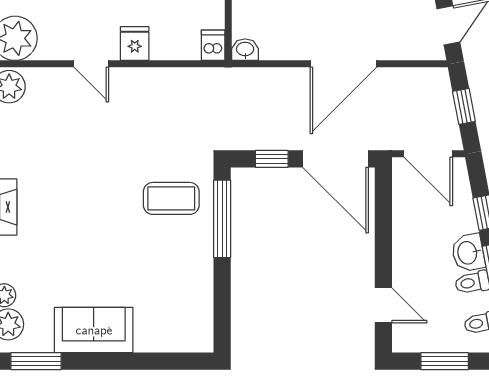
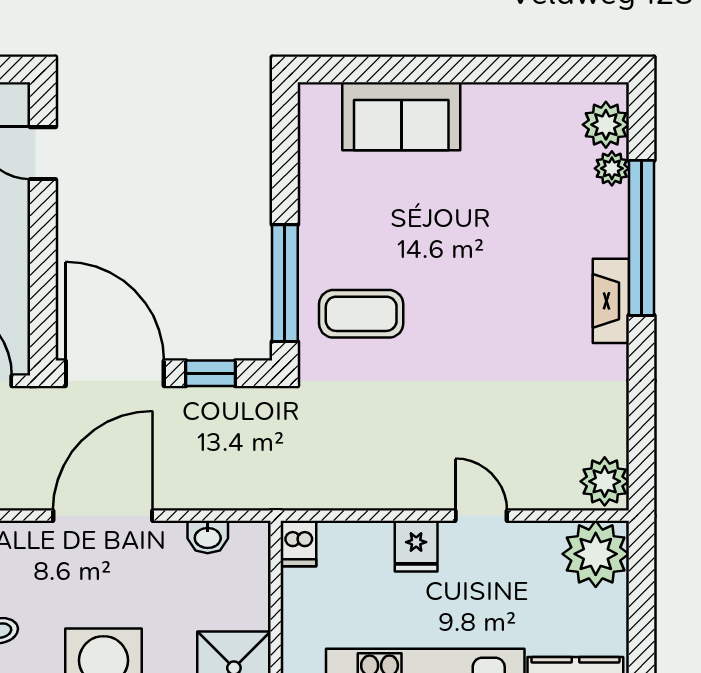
washbasin: (245, 50) -> (208, 537), moved
sofa: (94, 330) -> (401, 116), moved
window: (36, 361) -> (564, 70), removed

